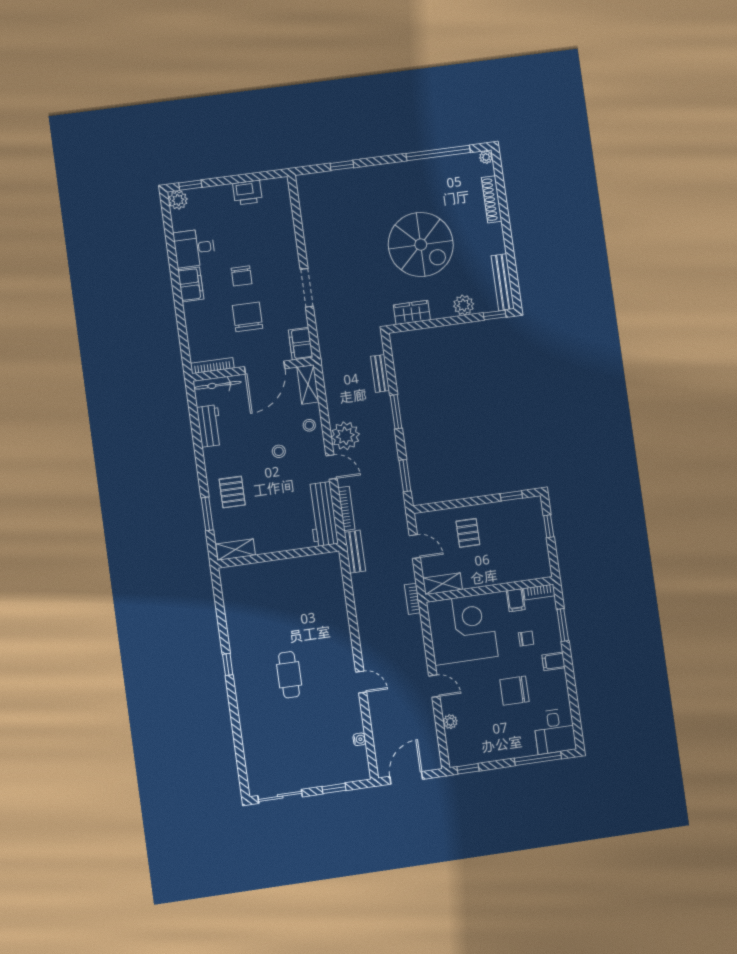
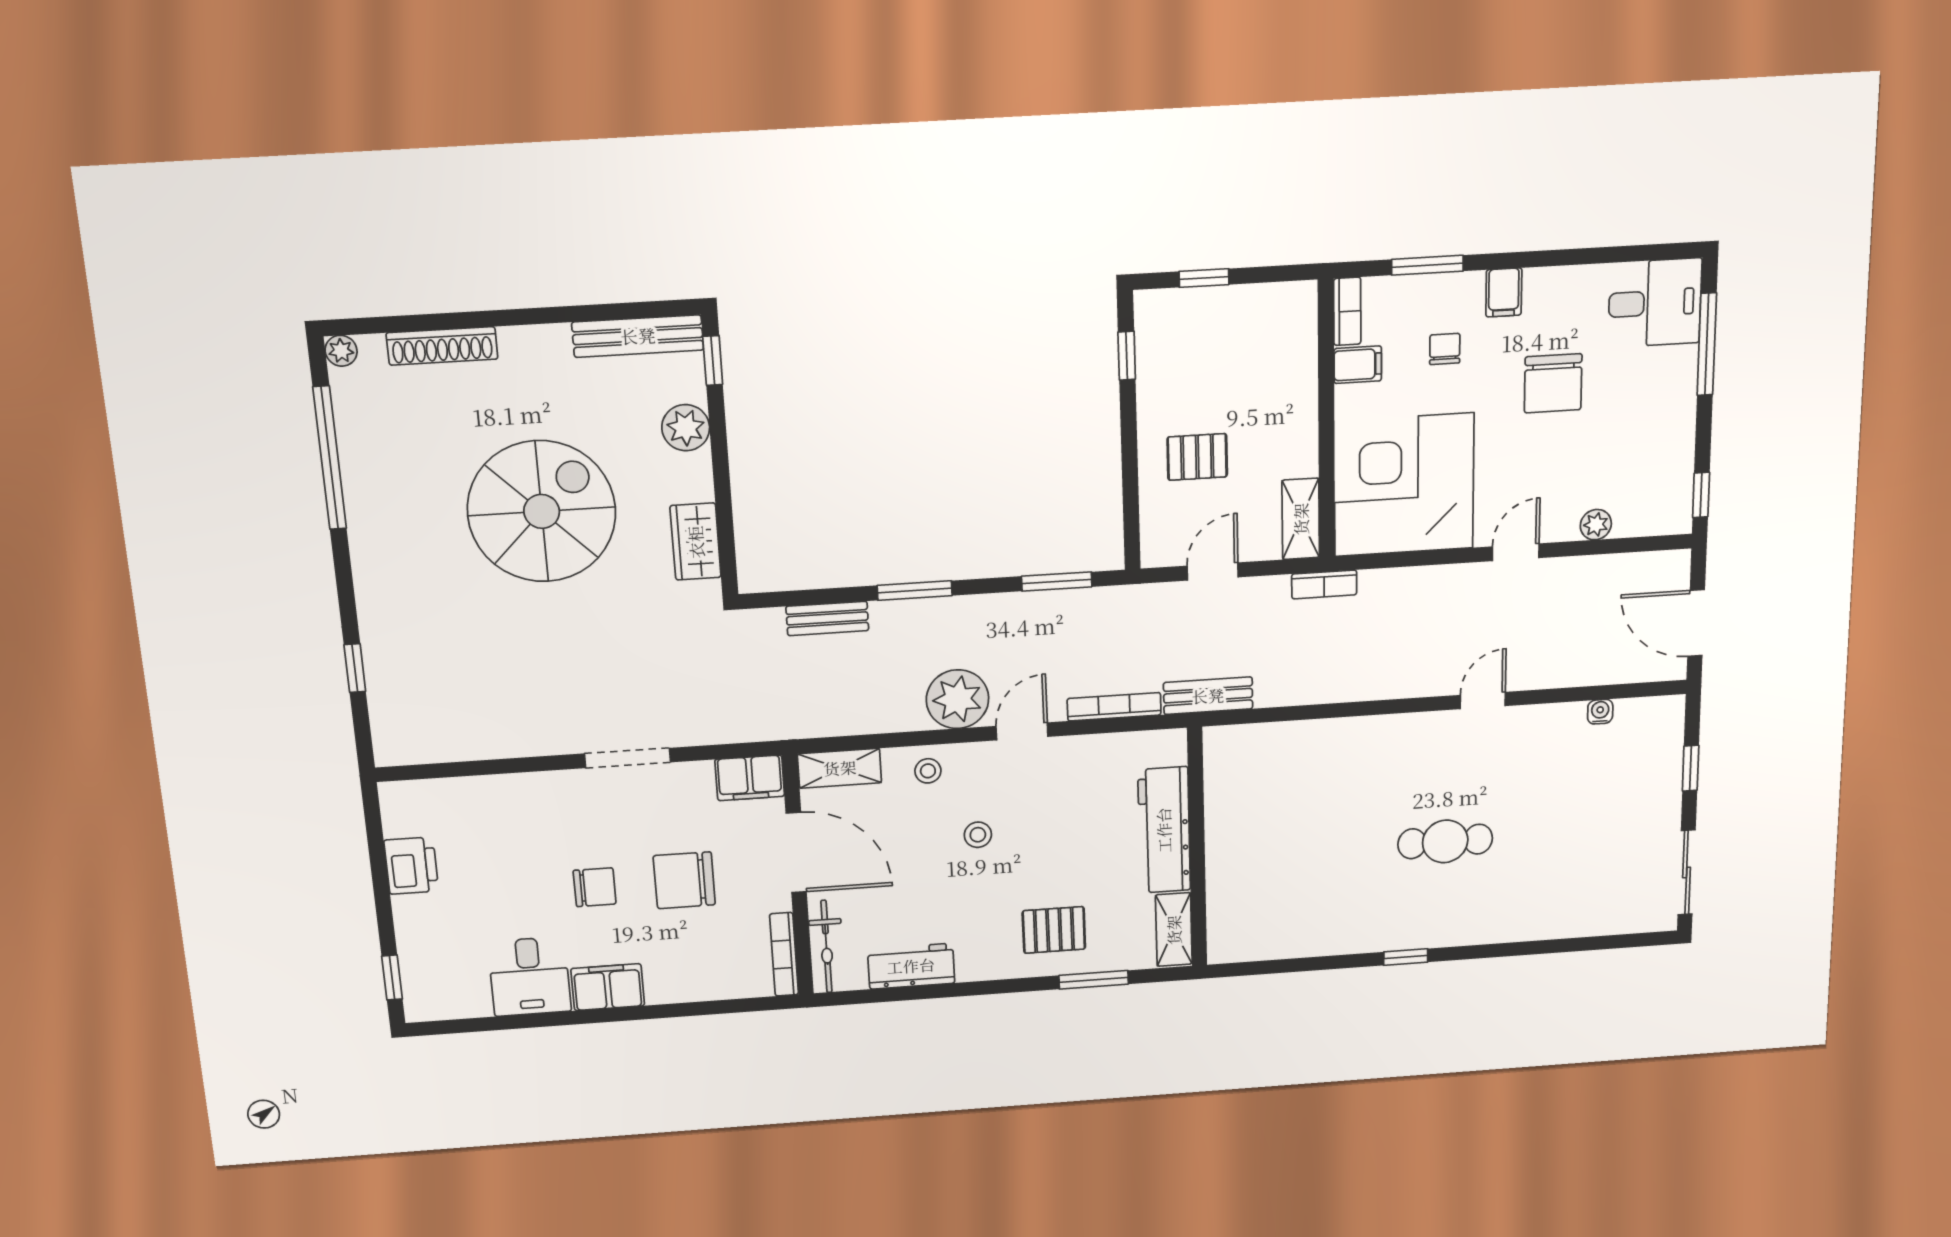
plant: (178, 200) -> (424, 1003), removed
workbench: (322, 514) -> (1164, 830), moved, turned 90

